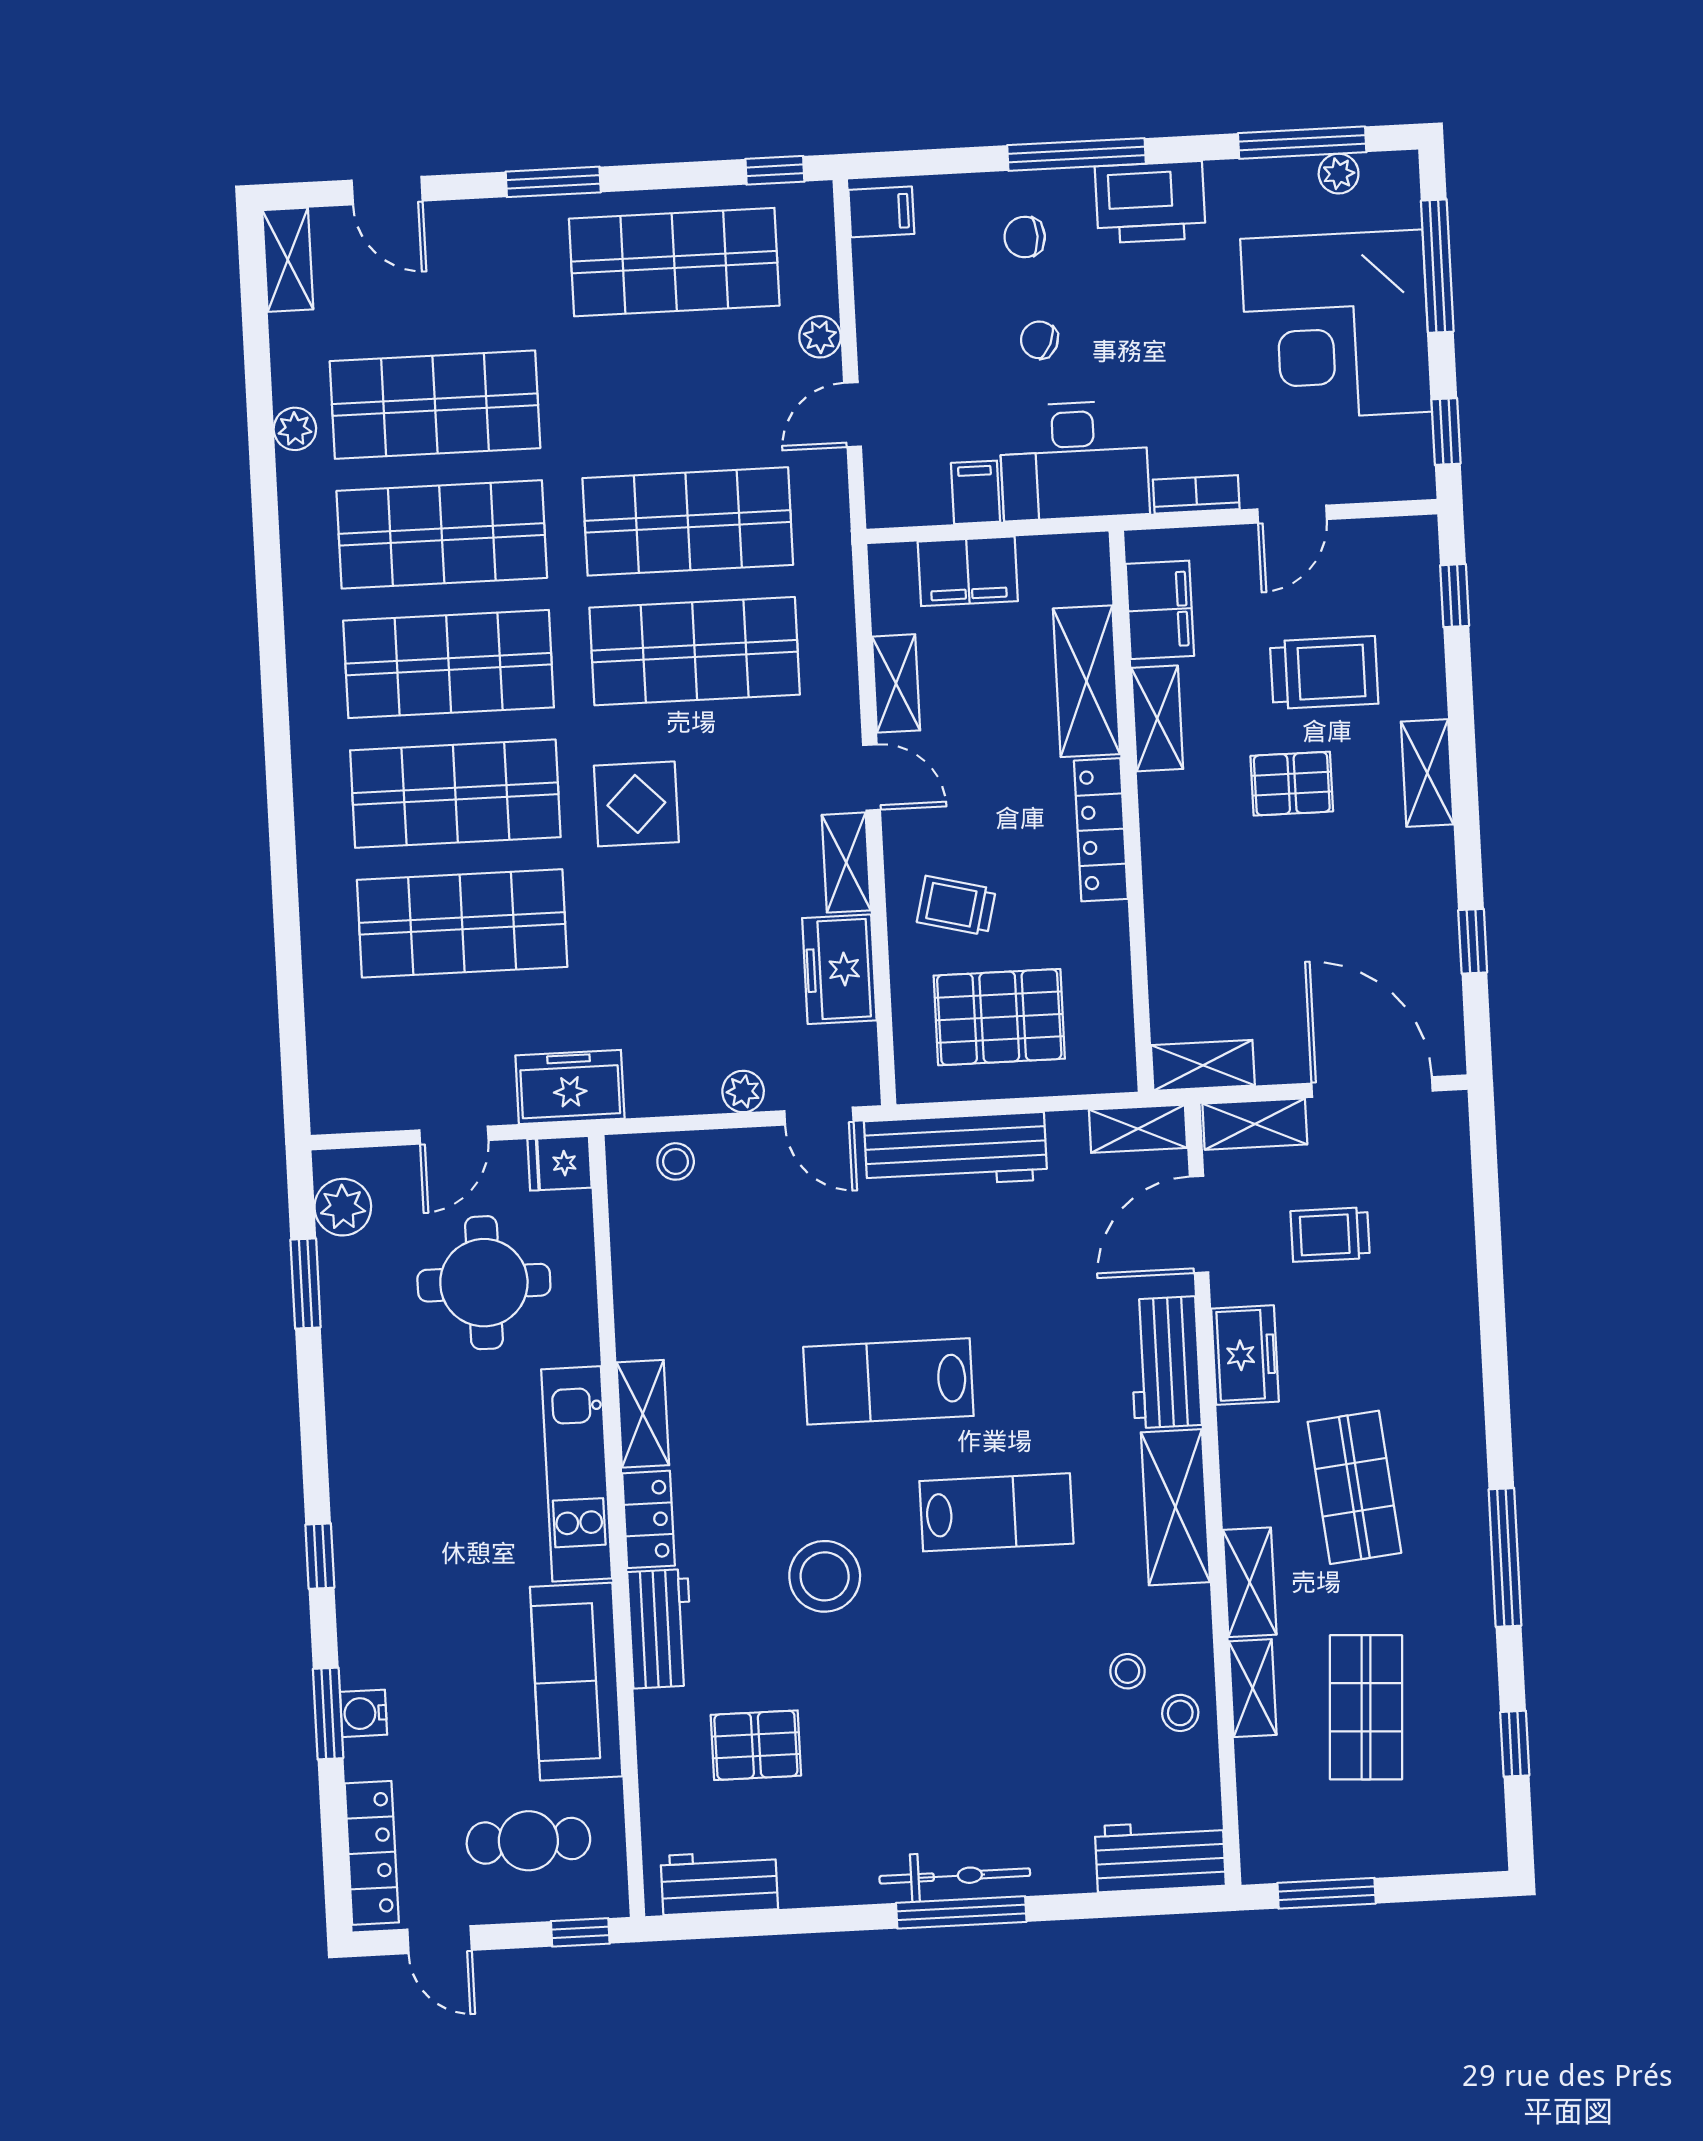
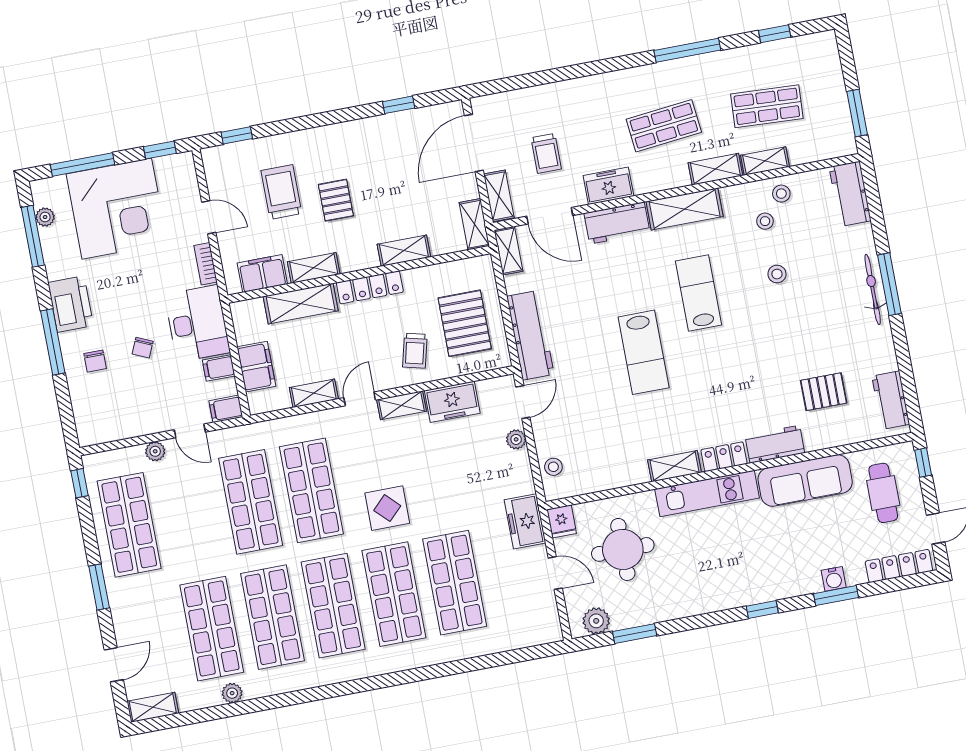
filing cabinet: (881, 212) -> (226, 409), moved, turned -90
shelving: (1427, 773) -> (404, 251), moved
stool: (825, 1576) -> (777, 274), moved, width x0.53, depth x0.53
pallet: (756, 1745) -> (824, 392), turned 90

